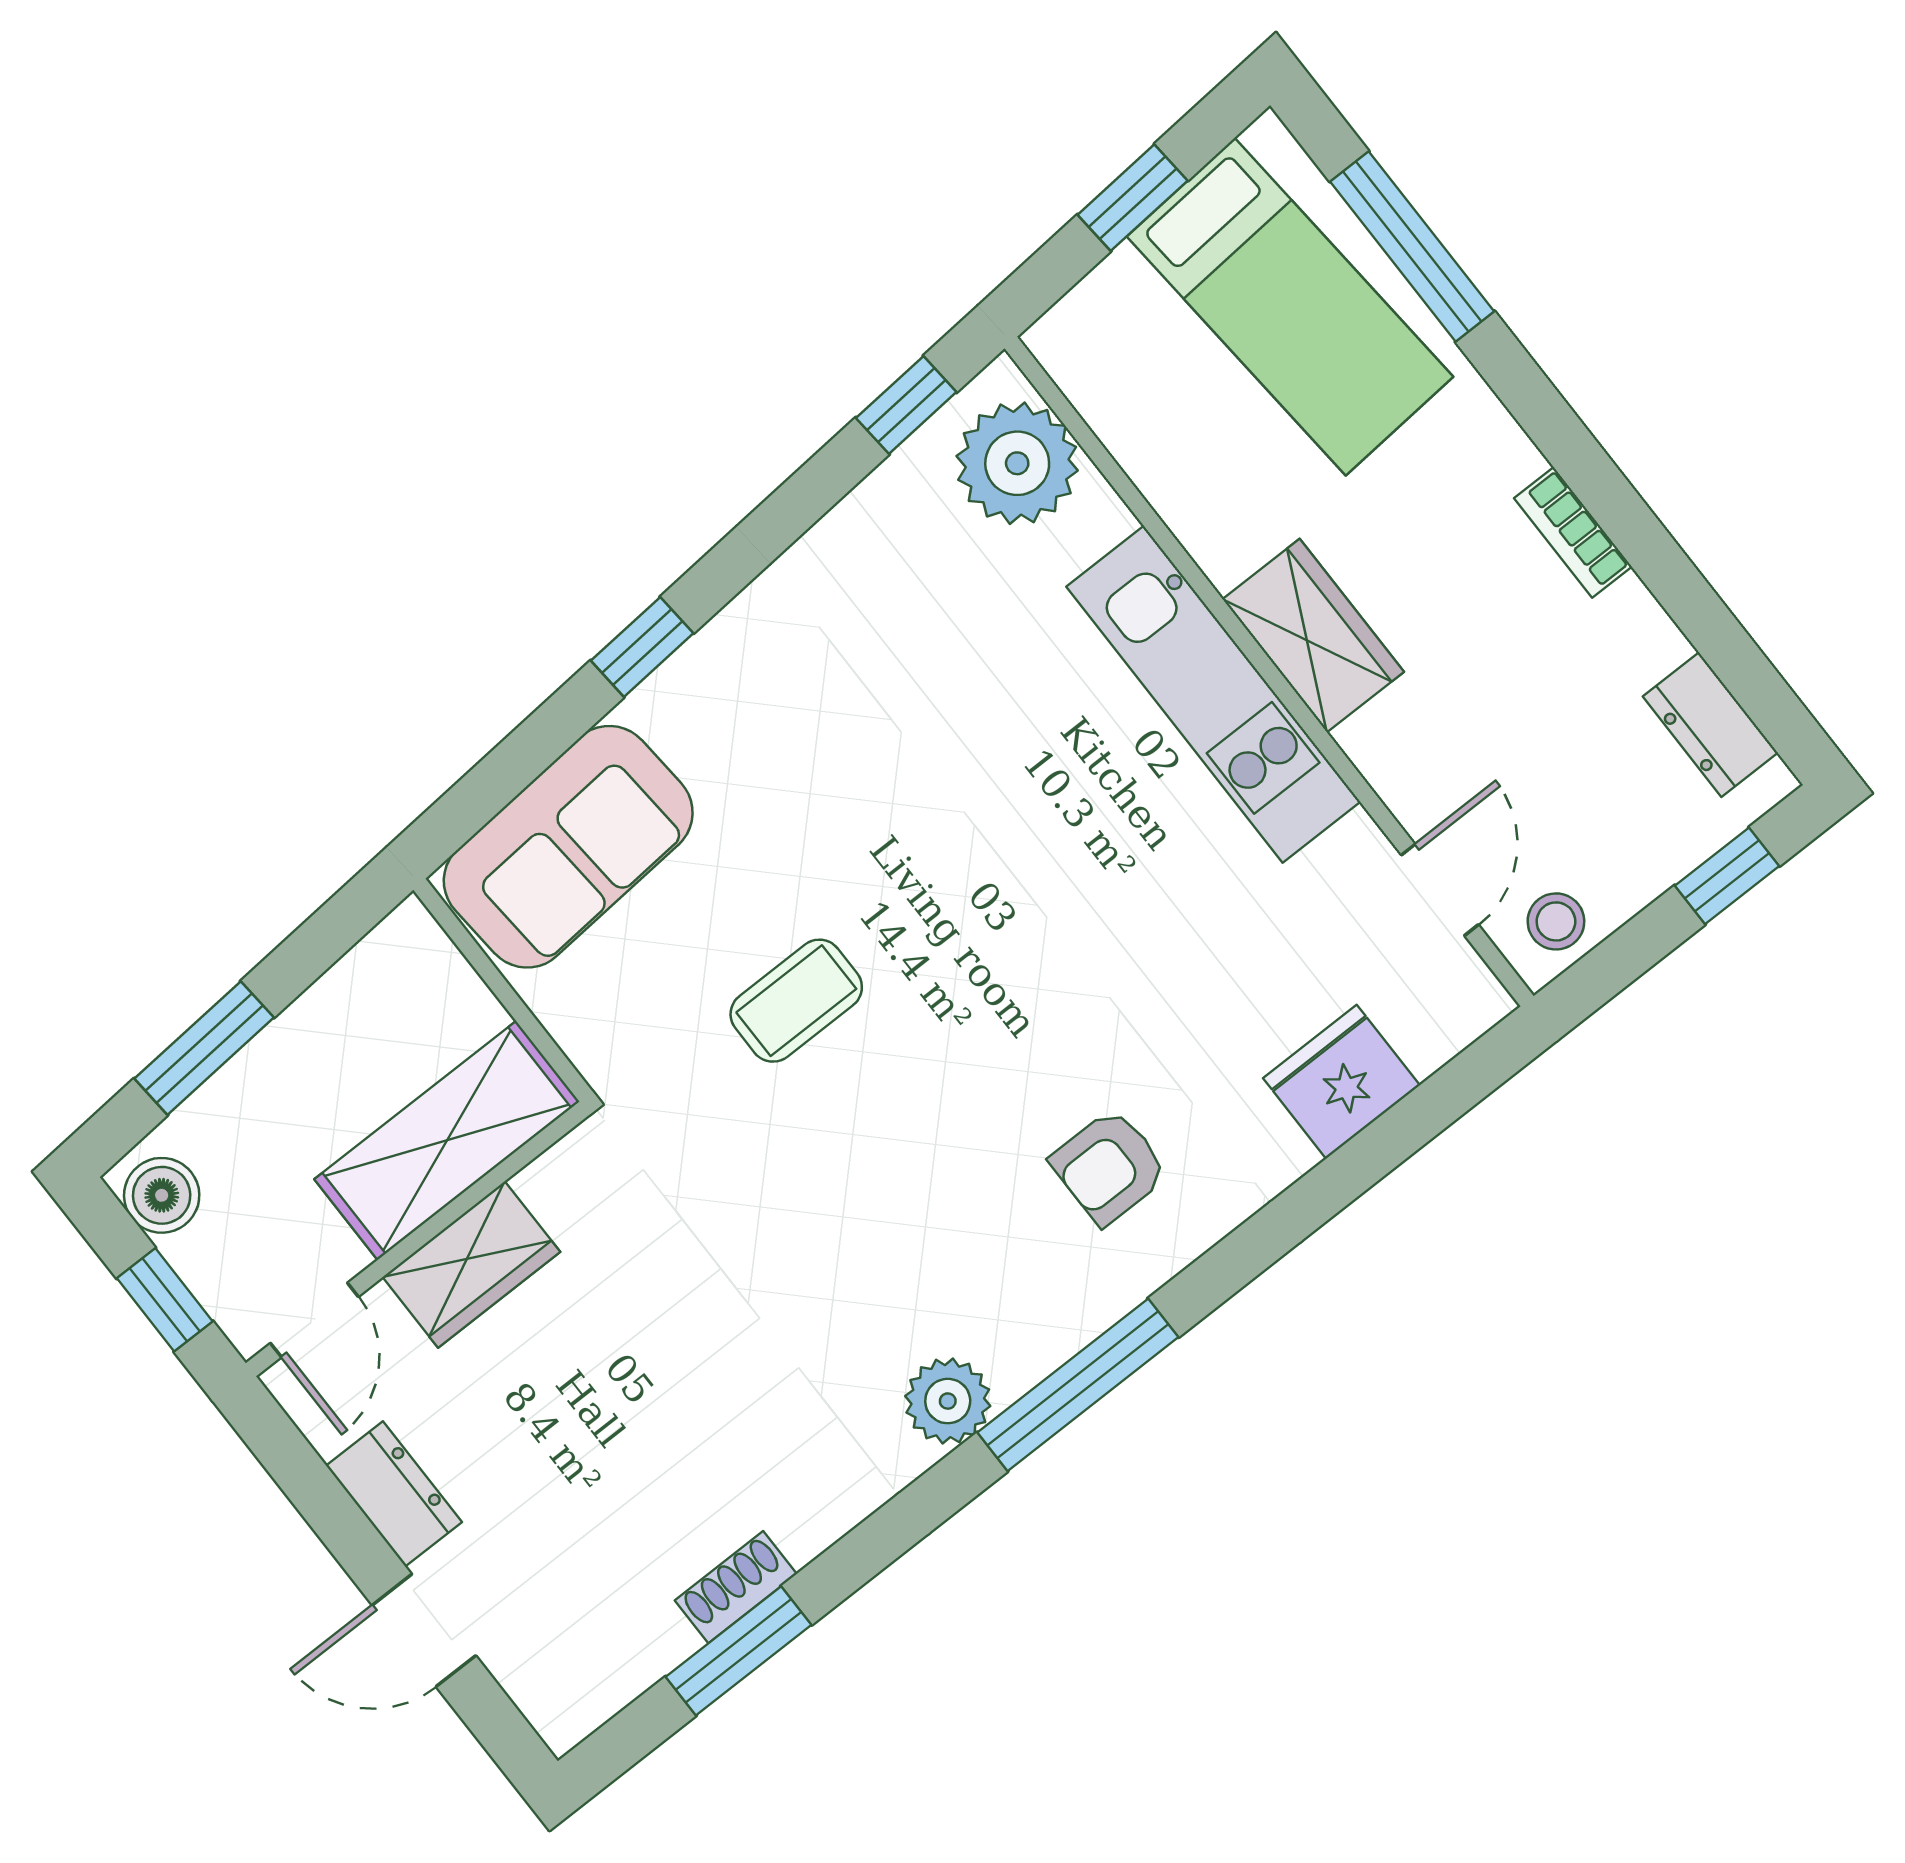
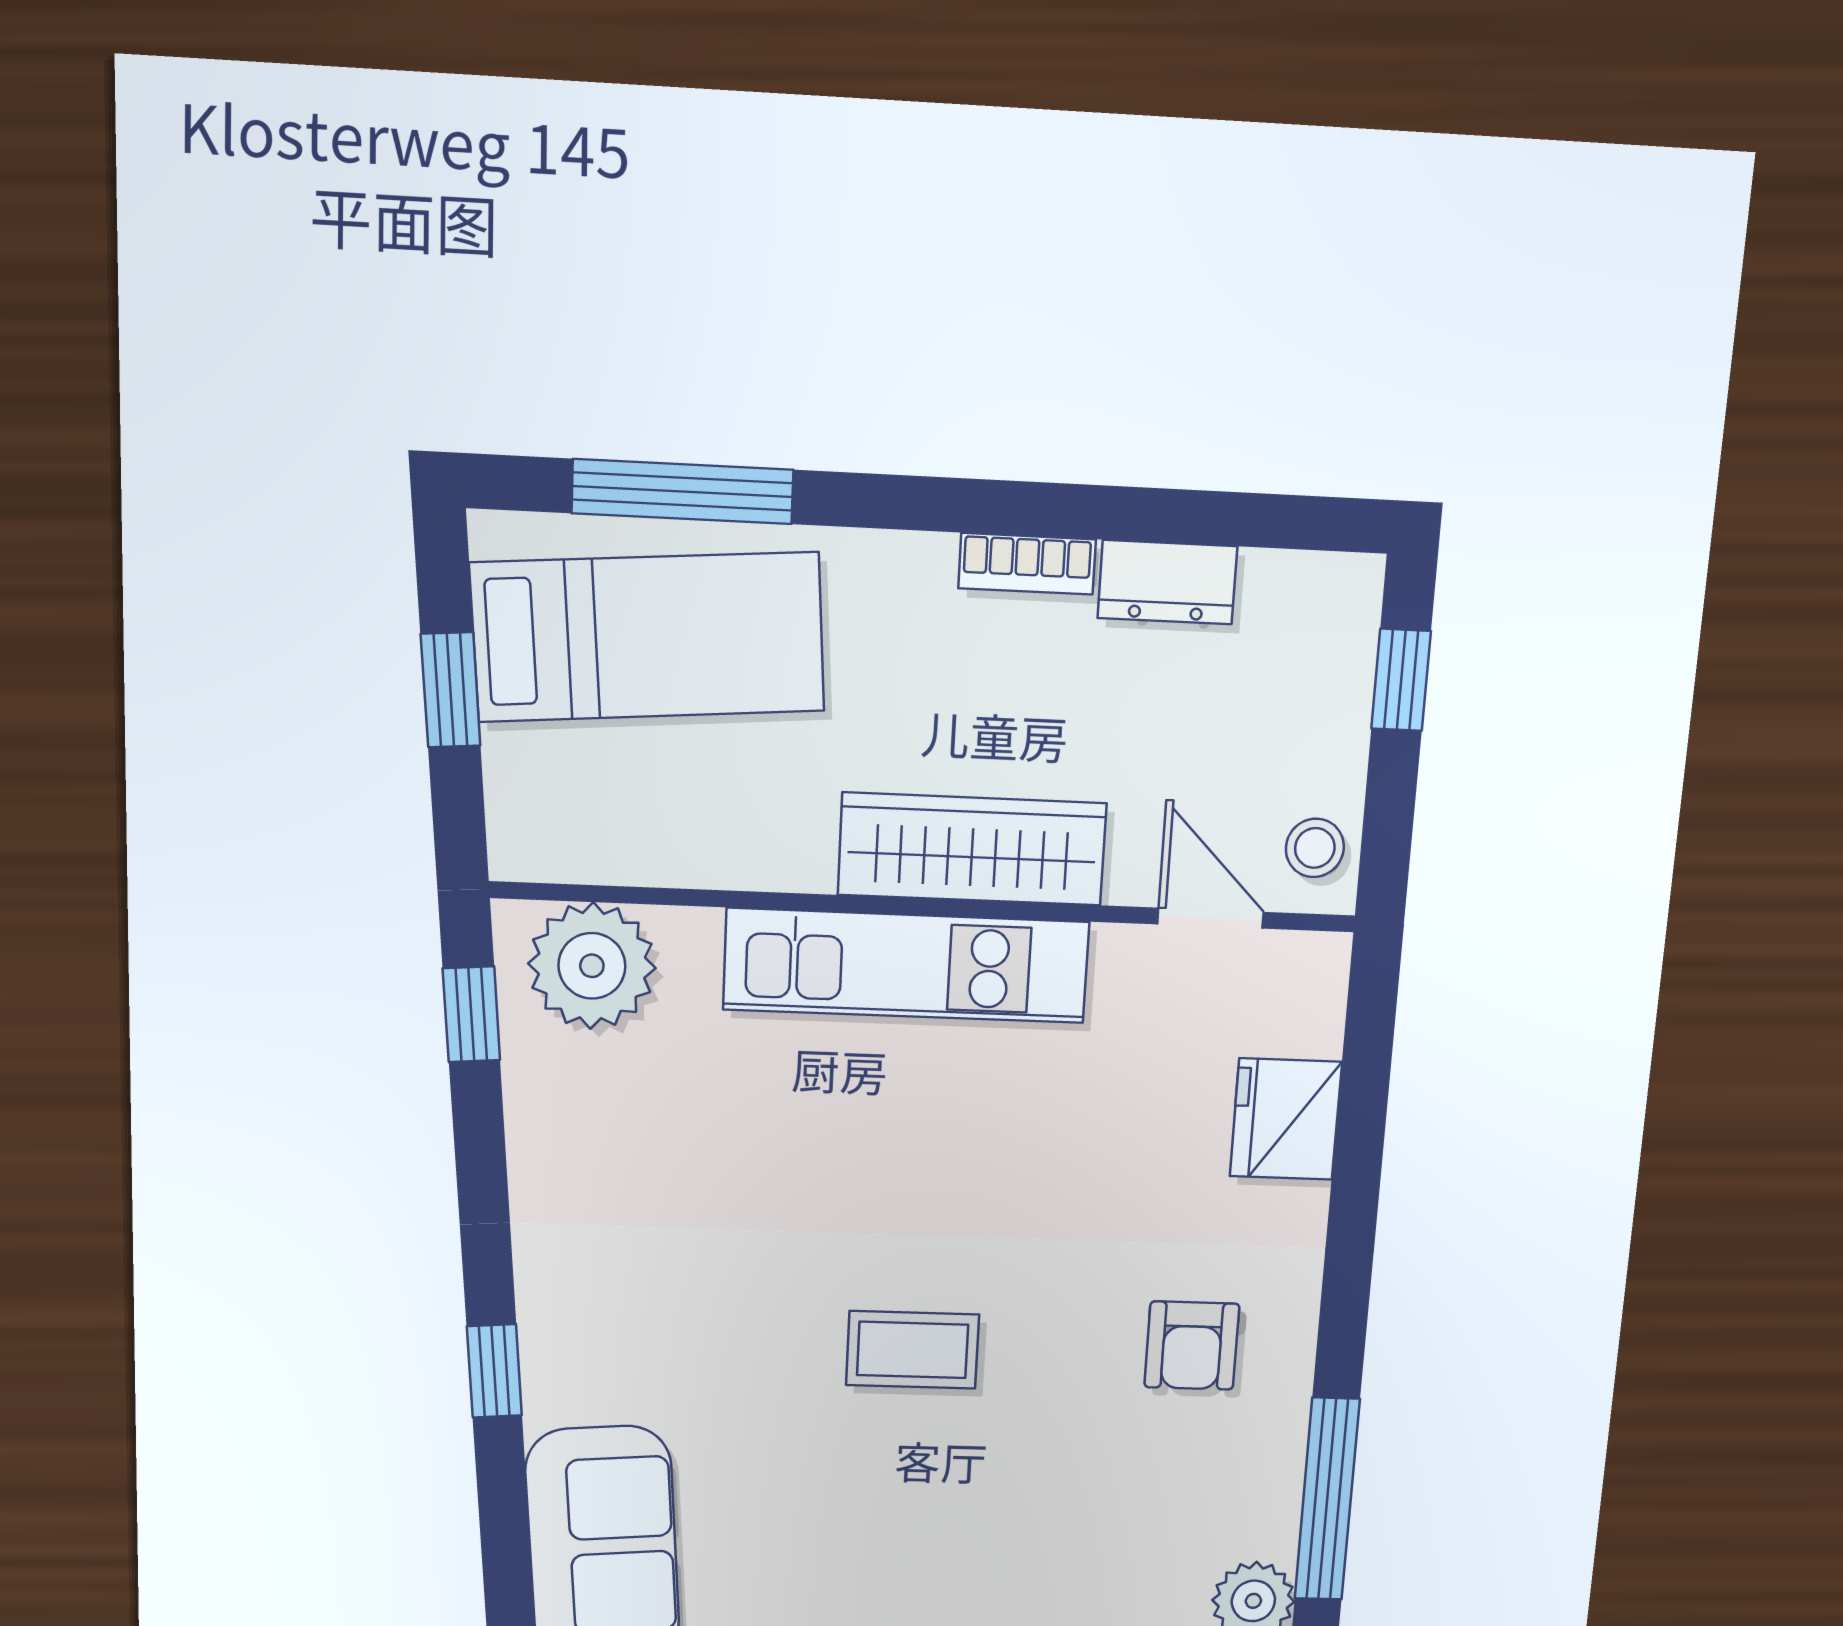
wardrobe: (1313, 636) -> (972, 849), width x1.50
dresser: (1710, 725) -> (1167, 582), moved
coffee table: (796, 1001) -> (913, 1350), moved, turned 90

